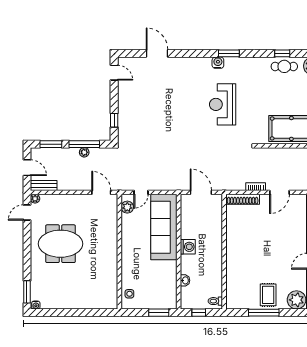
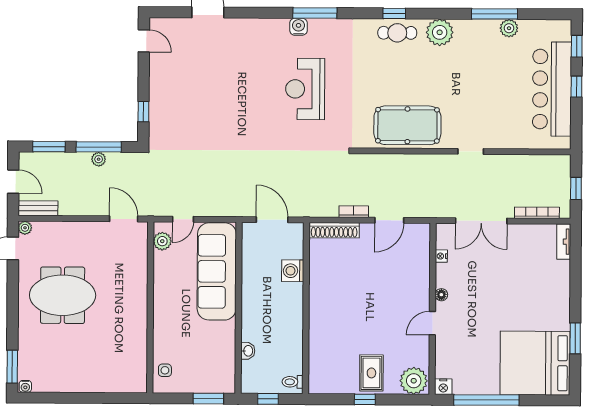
window: (229, 53) -> (315, 13), width x1.44
washing machine: (188, 247) -> (293, 271), moved, turned 180
window: (264, 313) -> (365, 399), width x0.46

